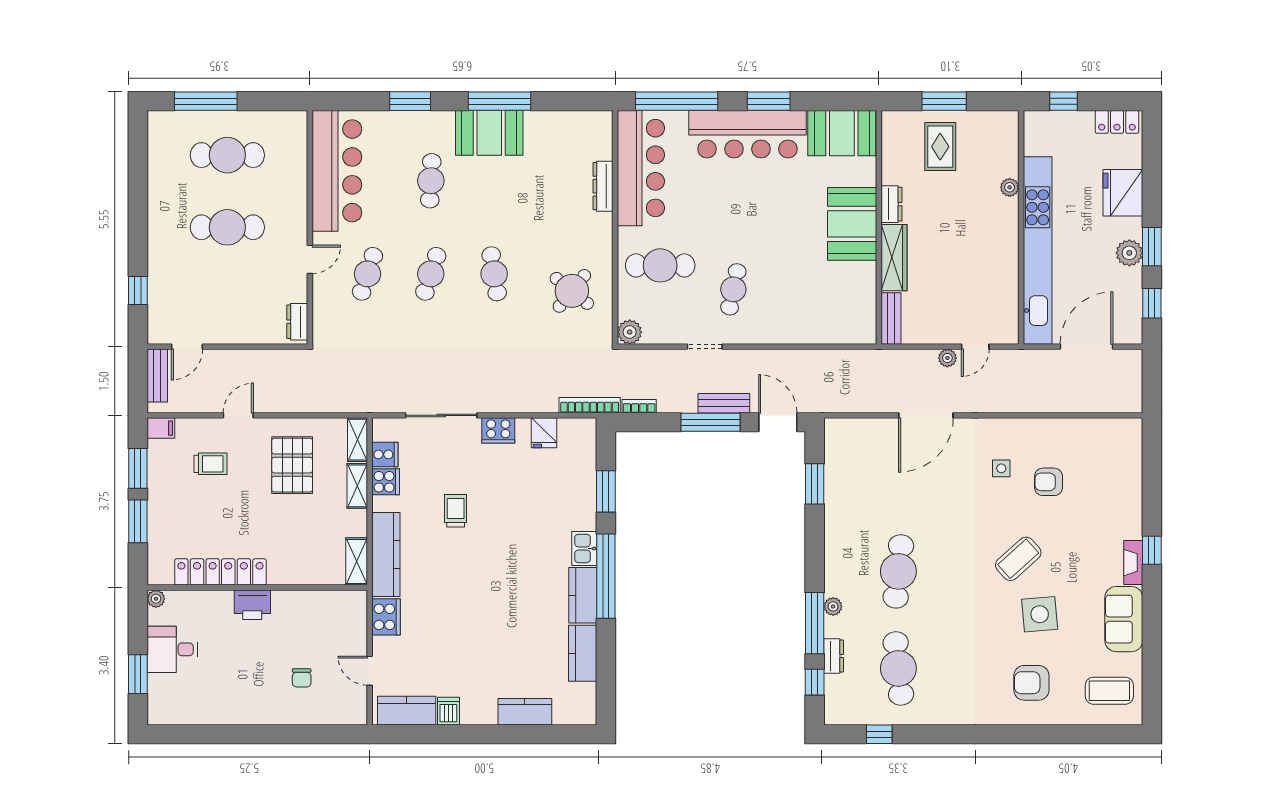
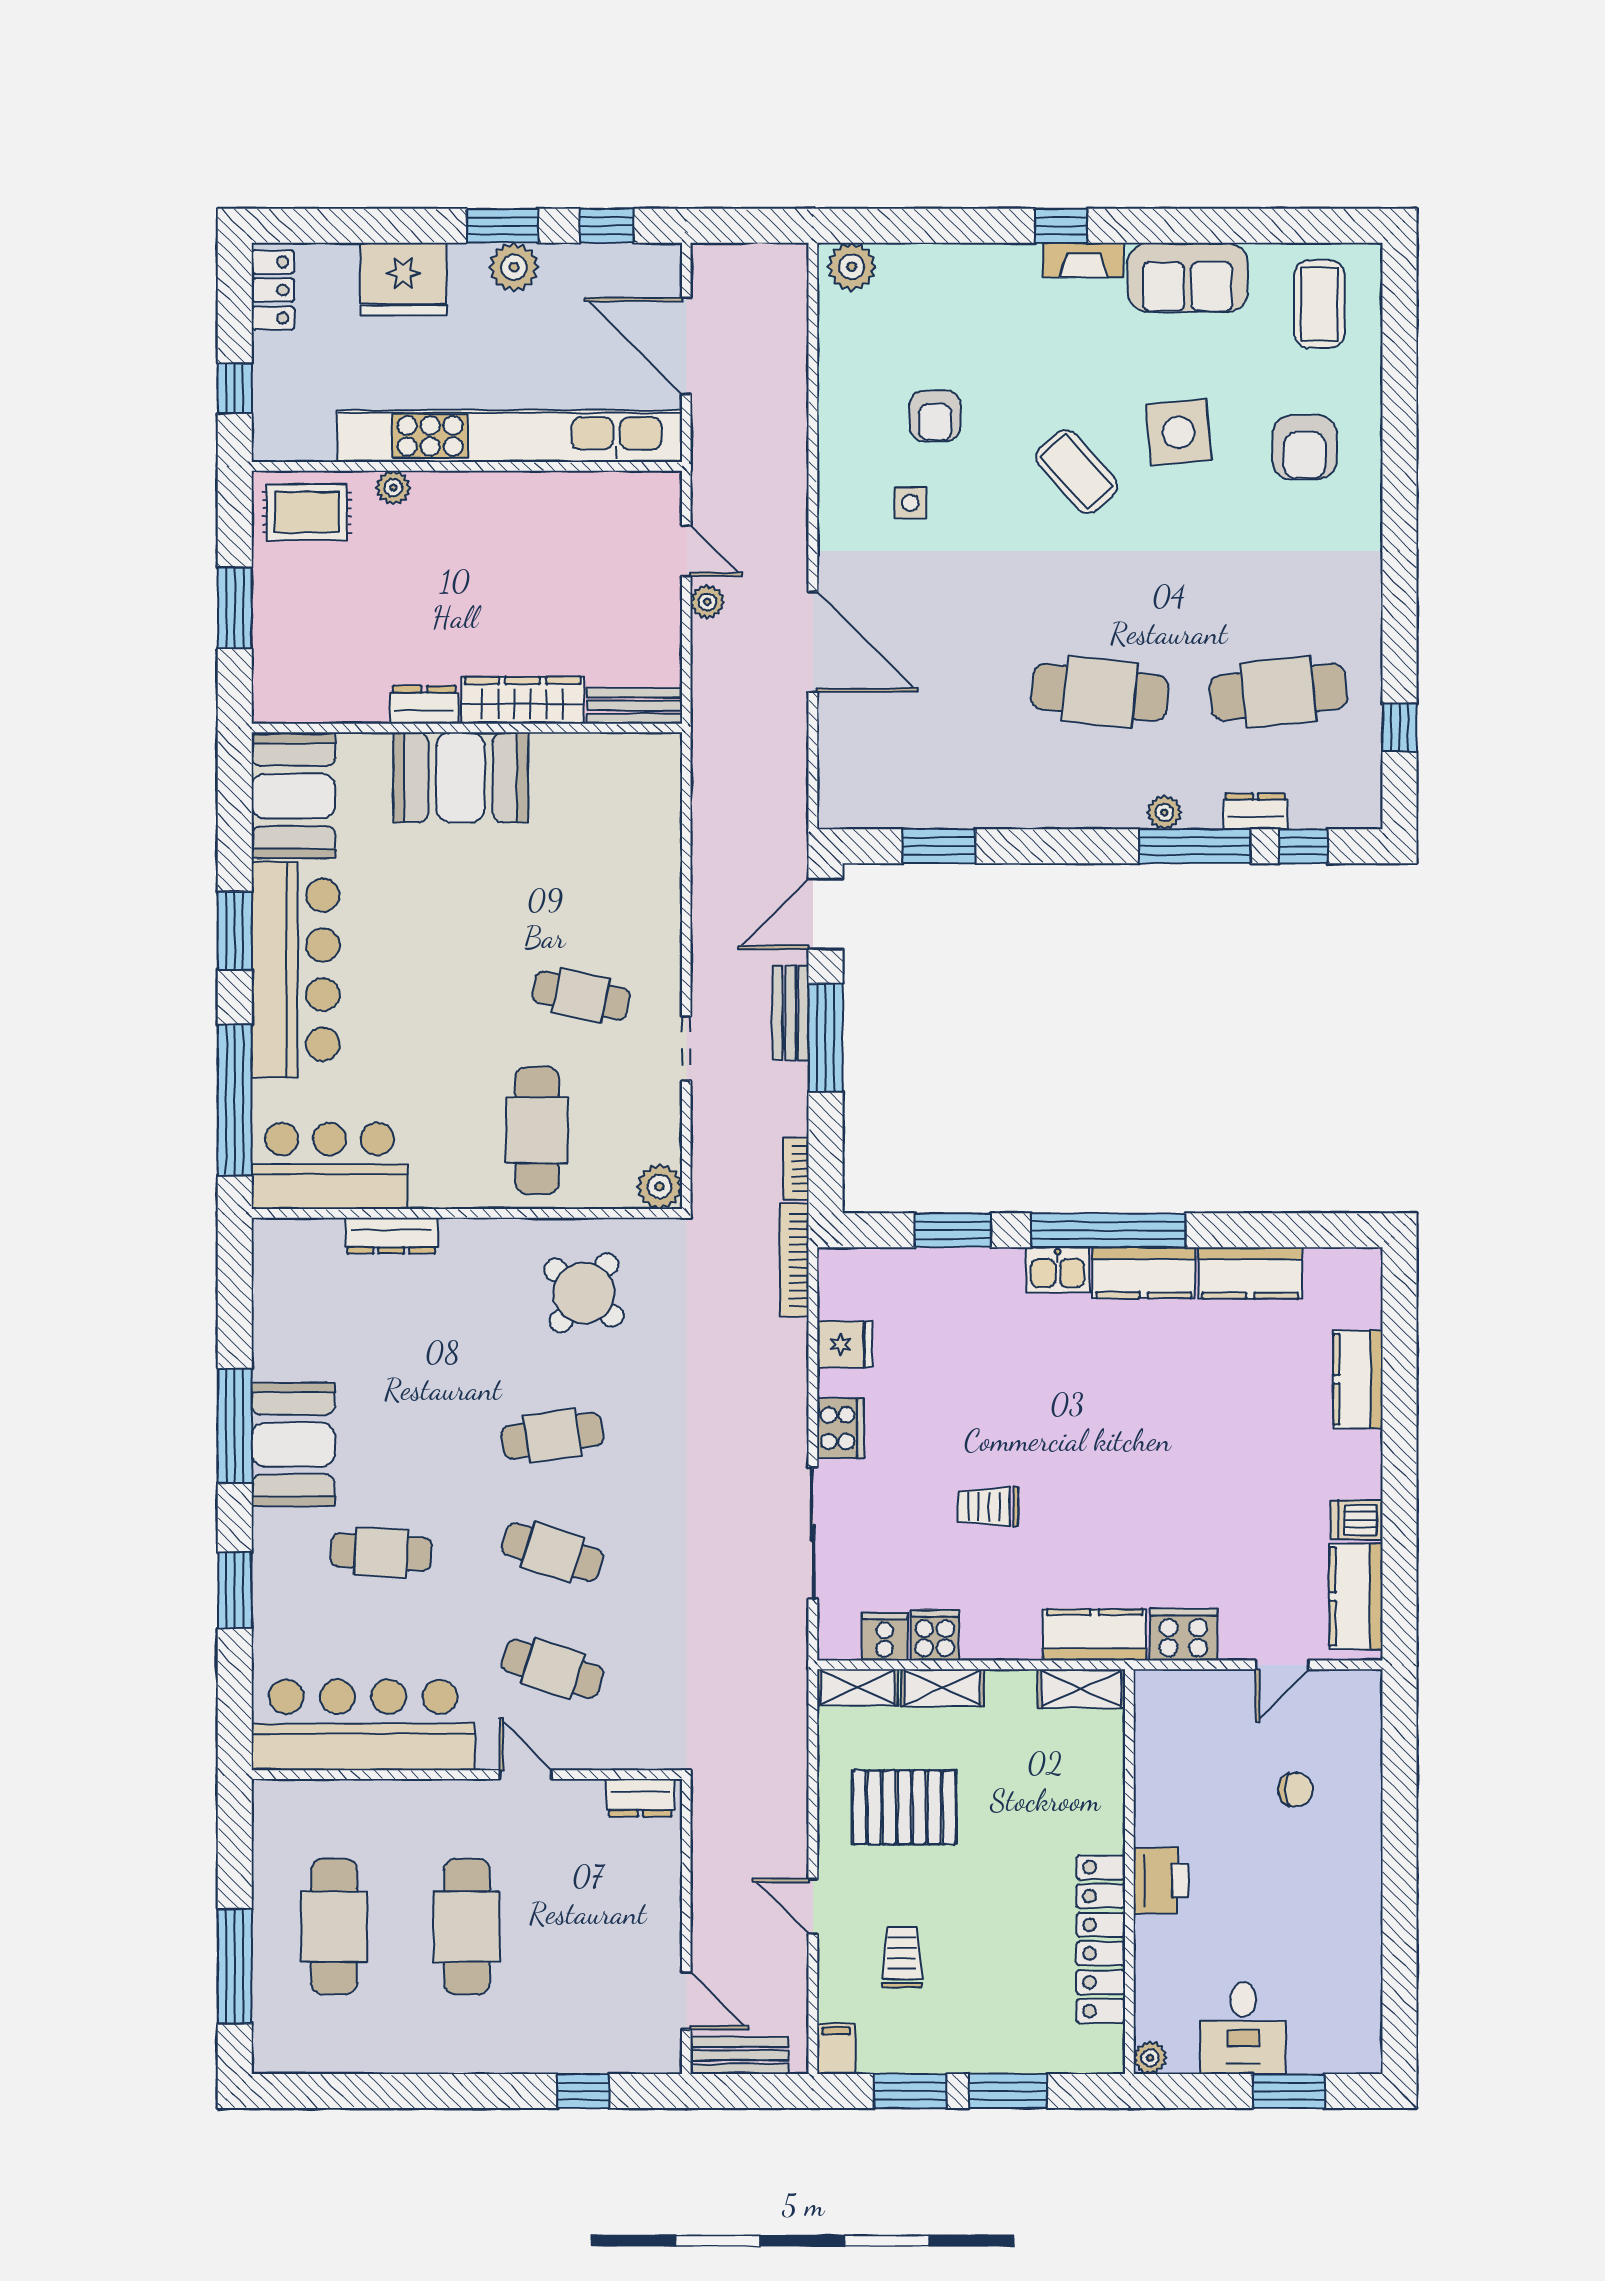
rug: (940, 147) -> (307, 512), moved
bar counter: (641, 168) -> (330, 1166), width x0.73
plant: (1130, 436) -> (852, 267), added
kitchen counter: (386, 555) -> (1095, 1635), width x0.67

